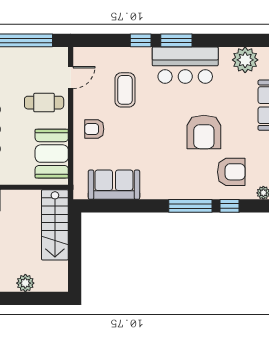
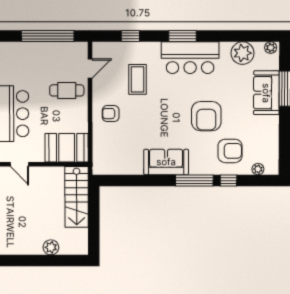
window: (141, 40) -> (130, 36), moved
booth: (52, 154) -> (67, 148), moved, turned 90
sofa: (114, 185) -> (166, 162), moved

